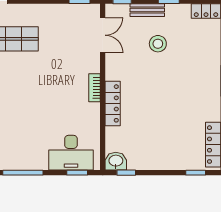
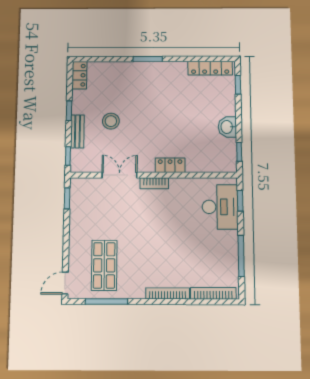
double door: (103, 35) -> (120, 175), moved
locker: (113, 103) -> (170, 165), width x0.66
washbasin: (116, 161) -> (227, 127), moved

